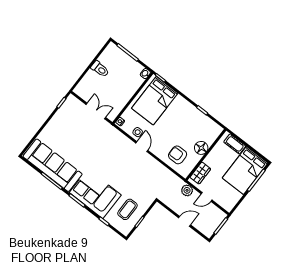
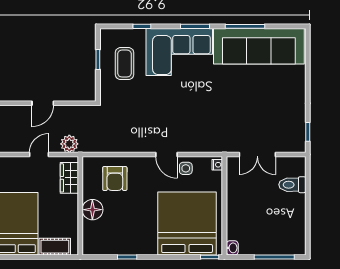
toilet: (100, 69) -> (292, 185), moved
bed: (155, 101) -> (187, 223), width x1.36
armchair: (178, 155) -> (115, 179), turned 90

